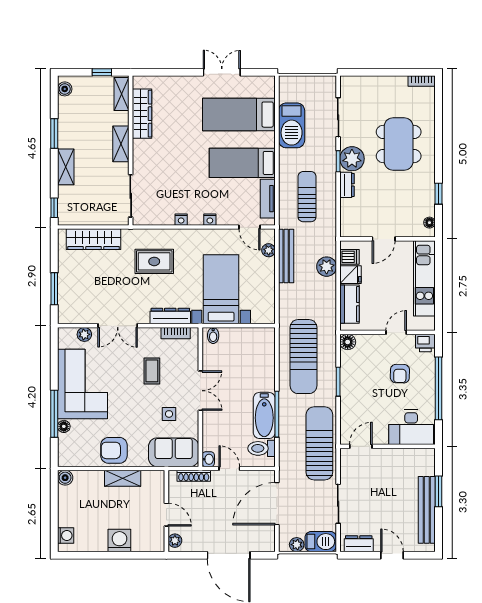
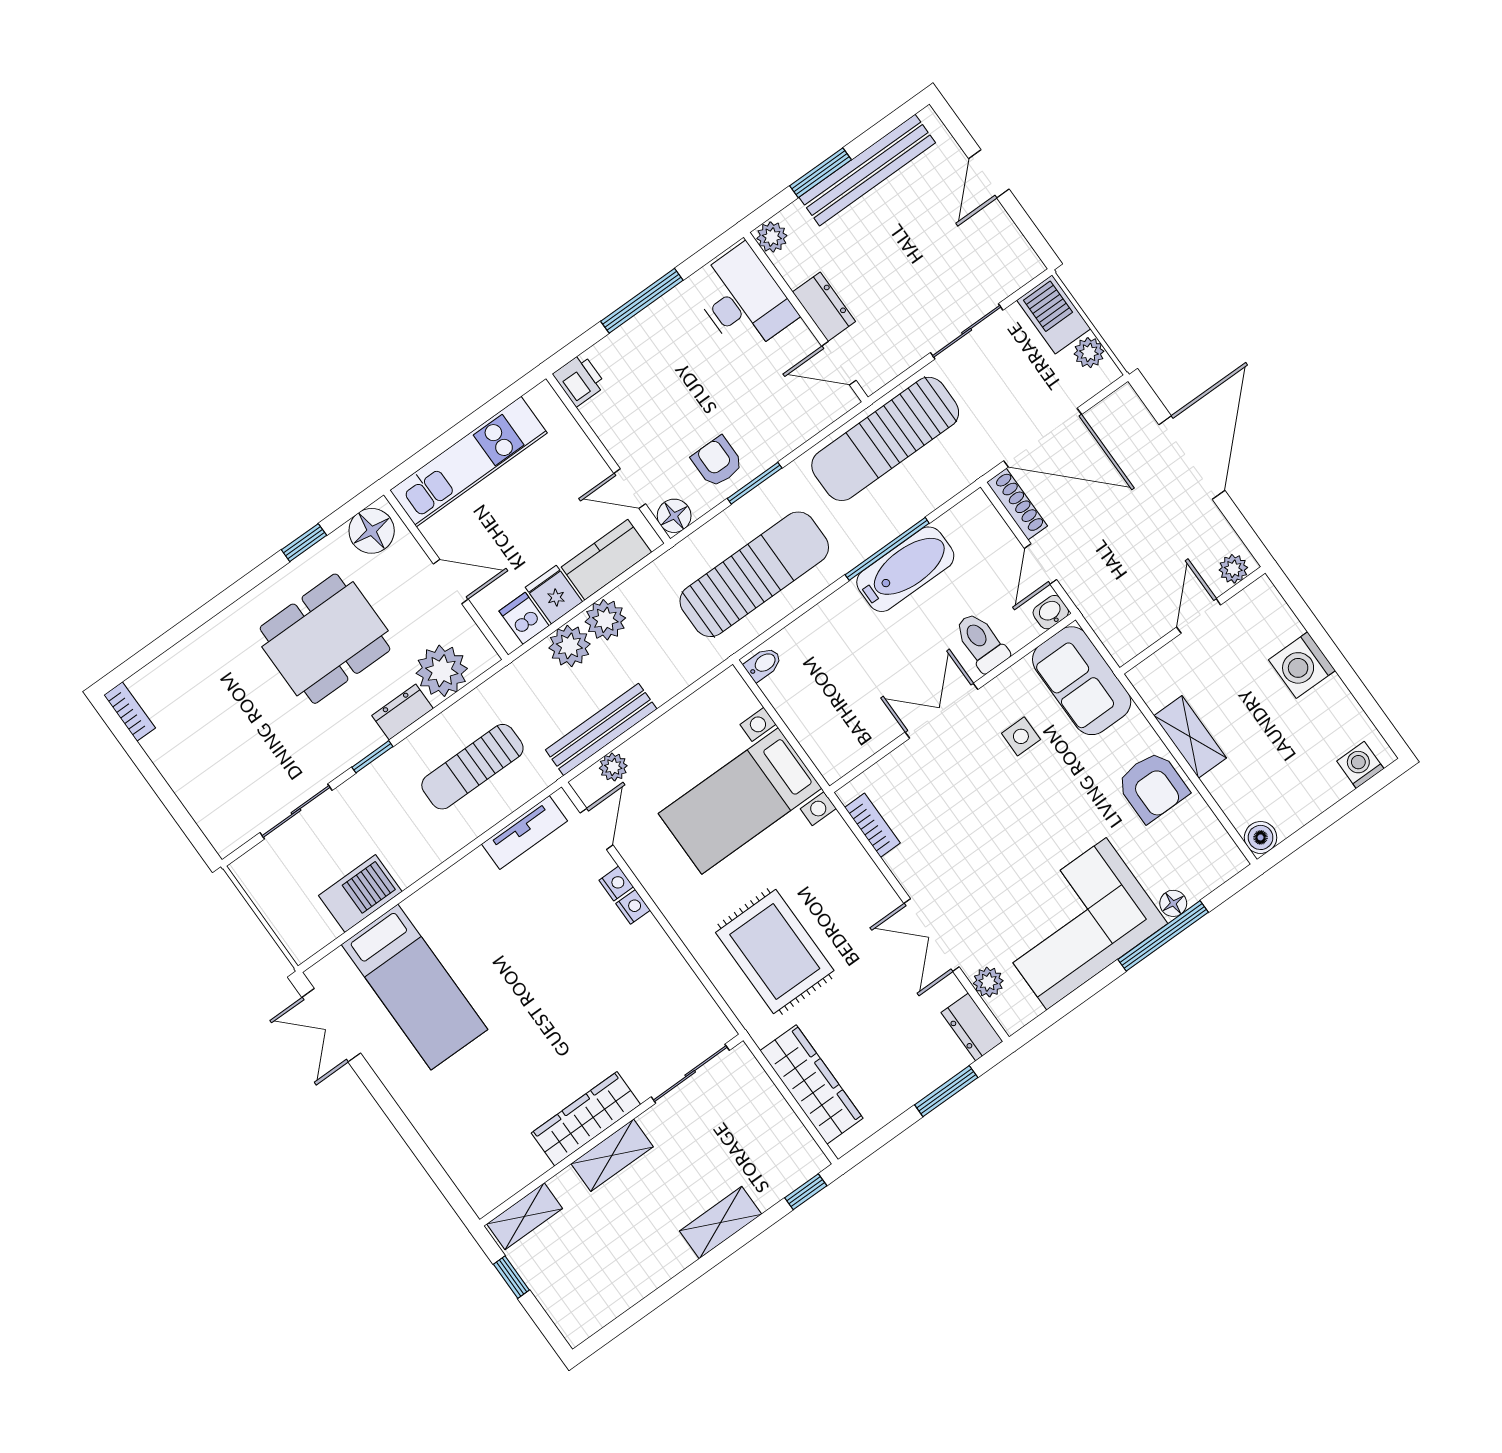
double door: (222, 72) -> (331, 1025), moved
boiler: (65, 89) -> (587, 1321), removed
wardrobe: (142, 114) -> (586, 1119), moved
barbecue: (292, 125) -> (360, 894), width x0.73, depth x0.83
window: (54, 133) -> (677, 1284), removed
dining table: (399, 144) -> (325, 639), moved
plant: (352, 159) -> (442, 671), moved
bed: (242, 163) -> (494, 921), removed
nightstand: (181, 220) -> (616, 884), moved
floor lamp: (429, 223) -> (372, 531), width x1.89, depth x1.89
rug: (154, 261) -> (775, 951), width x1.36, depth x1.43
plant: (327, 287) -> (605, 620), added
dresser: (170, 316) -> (972, 1027), moved, width x0.70
double door: (118, 326) -> (932, 935), swing flipped
door: (396, 332) -> (630, 489), moved
bidet: (213, 335) -> (763, 664), moved
coffee table: (152, 371) -> (967, 820), removed
armchair: (400, 374) -> (717, 462), moved, turned -91
window: (438, 388) -> (642, 301), width x0.68
toilet: (262, 448) -> (981, 642), moved, turned 180
plant: (427, 455) -> (772, 237), added
shoe rack: (194, 476) -> (1017, 504), moved
dresser: (359, 544) -> (824, 307), moved, turned 180

